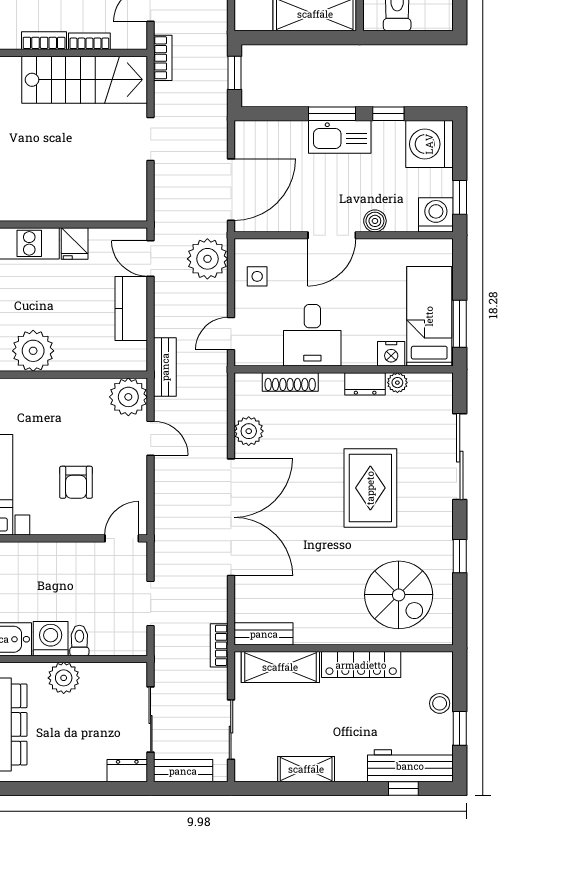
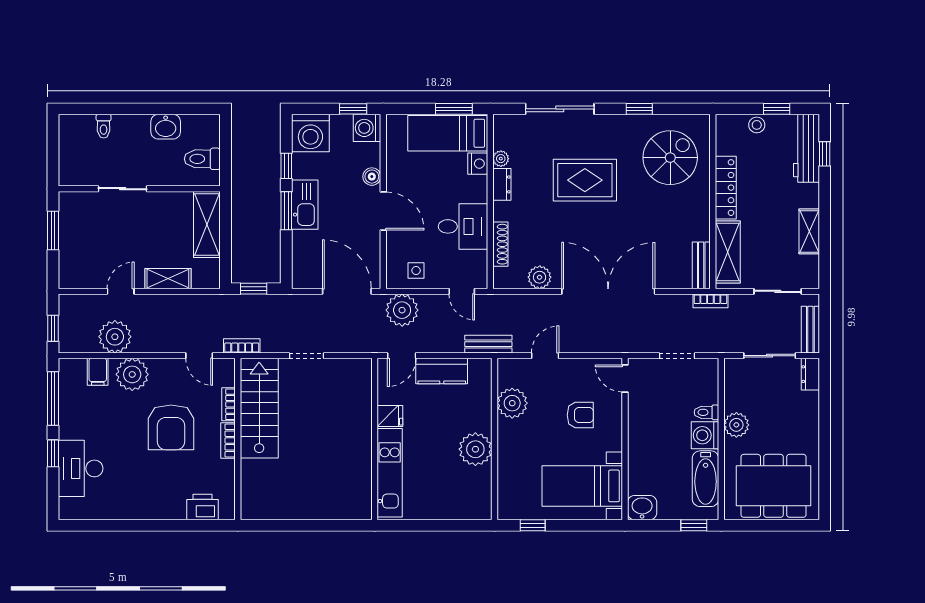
plant: (128, 397) -> (512, 403), moved

